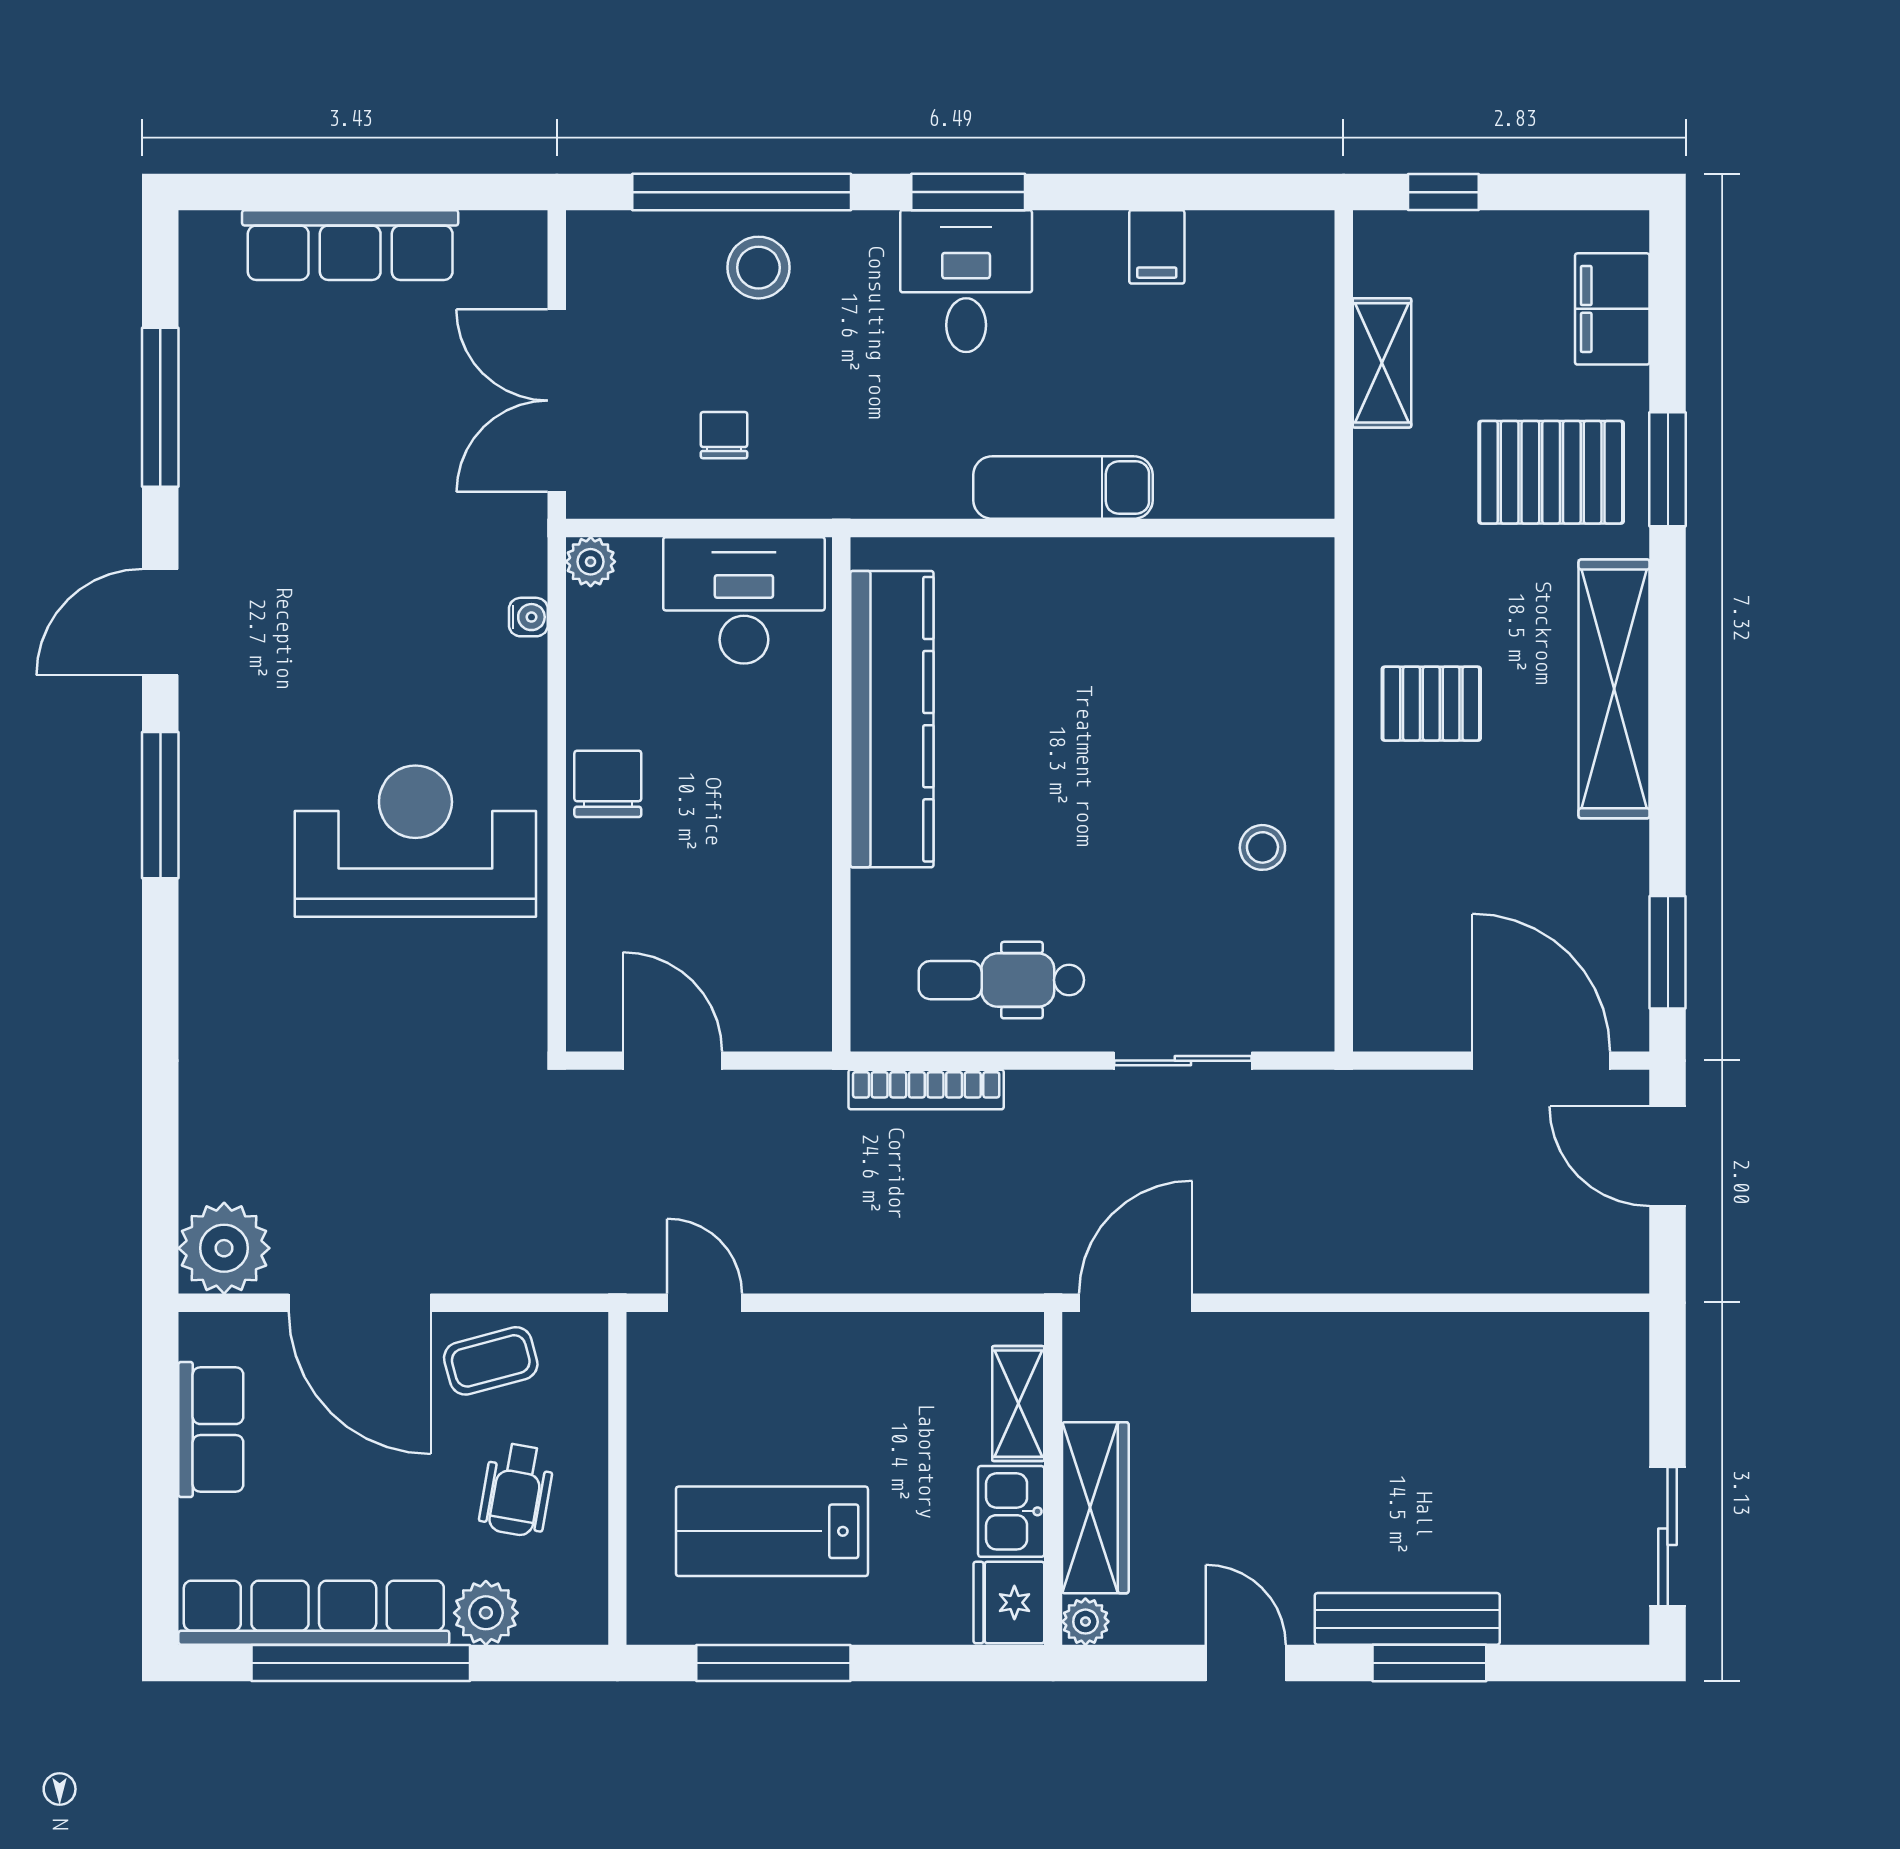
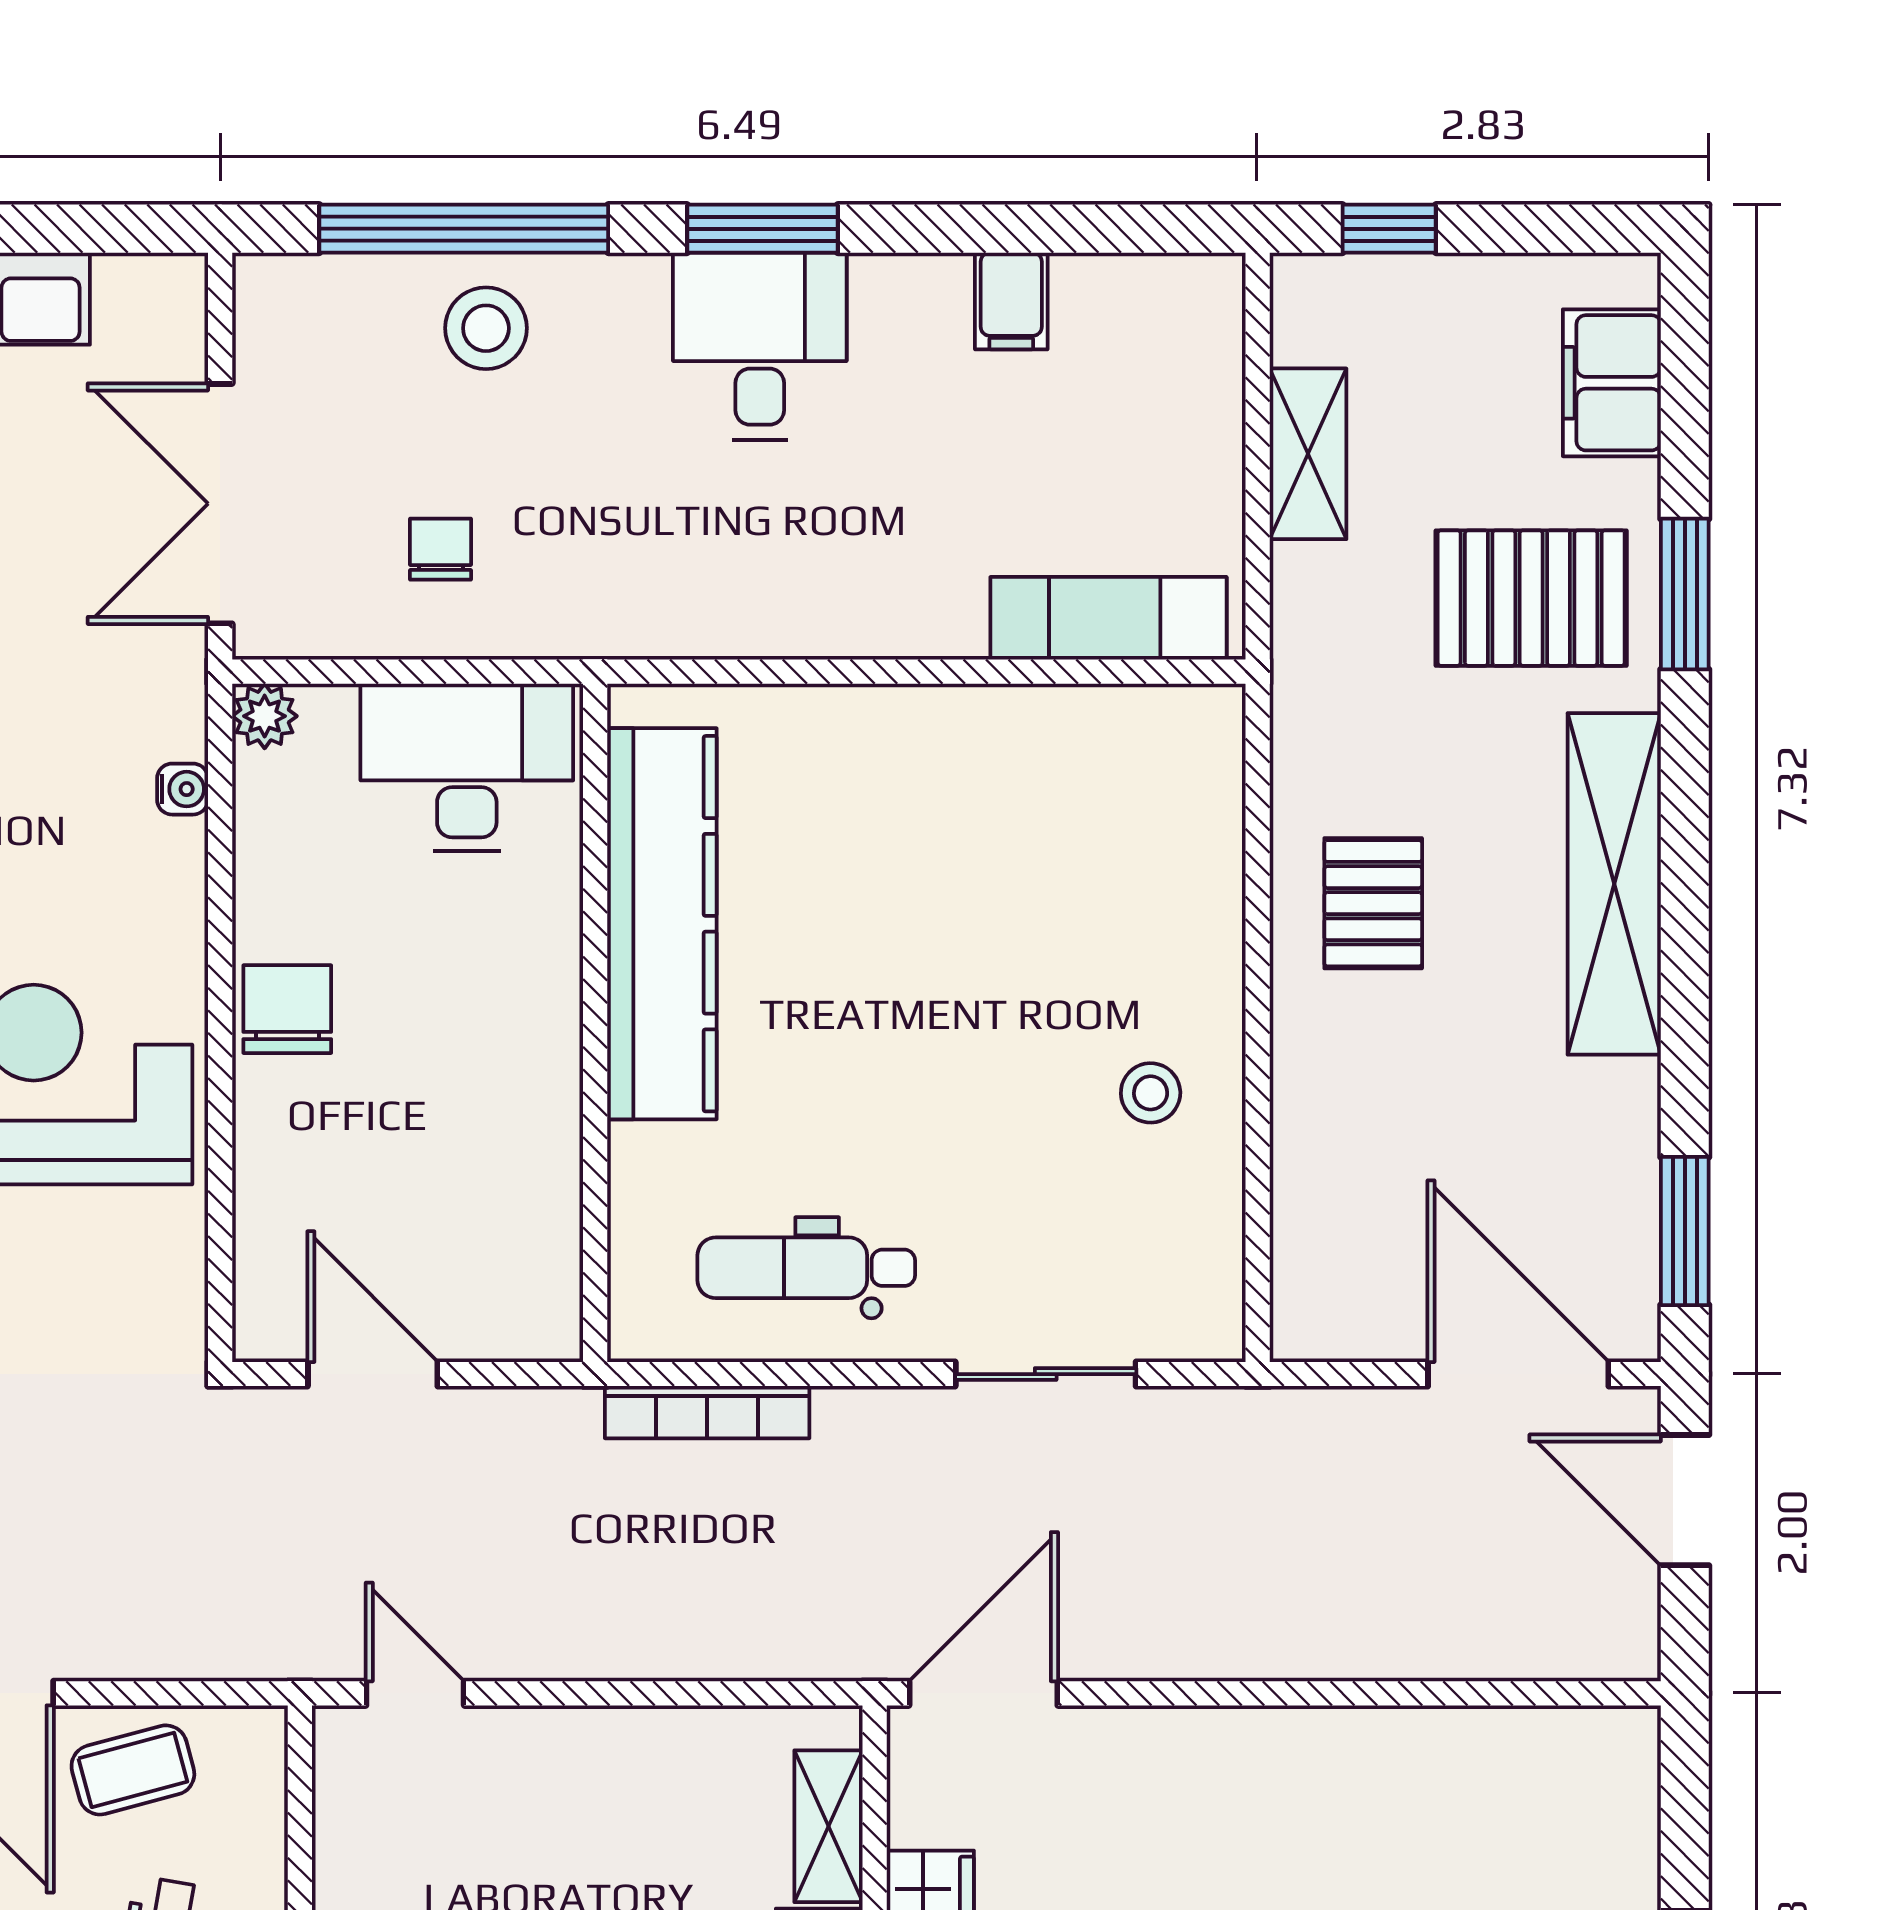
exam couch: (1063, 488) -> (1108, 618), moved
pallet: (1431, 704) -> (1373, 903), turned 90

